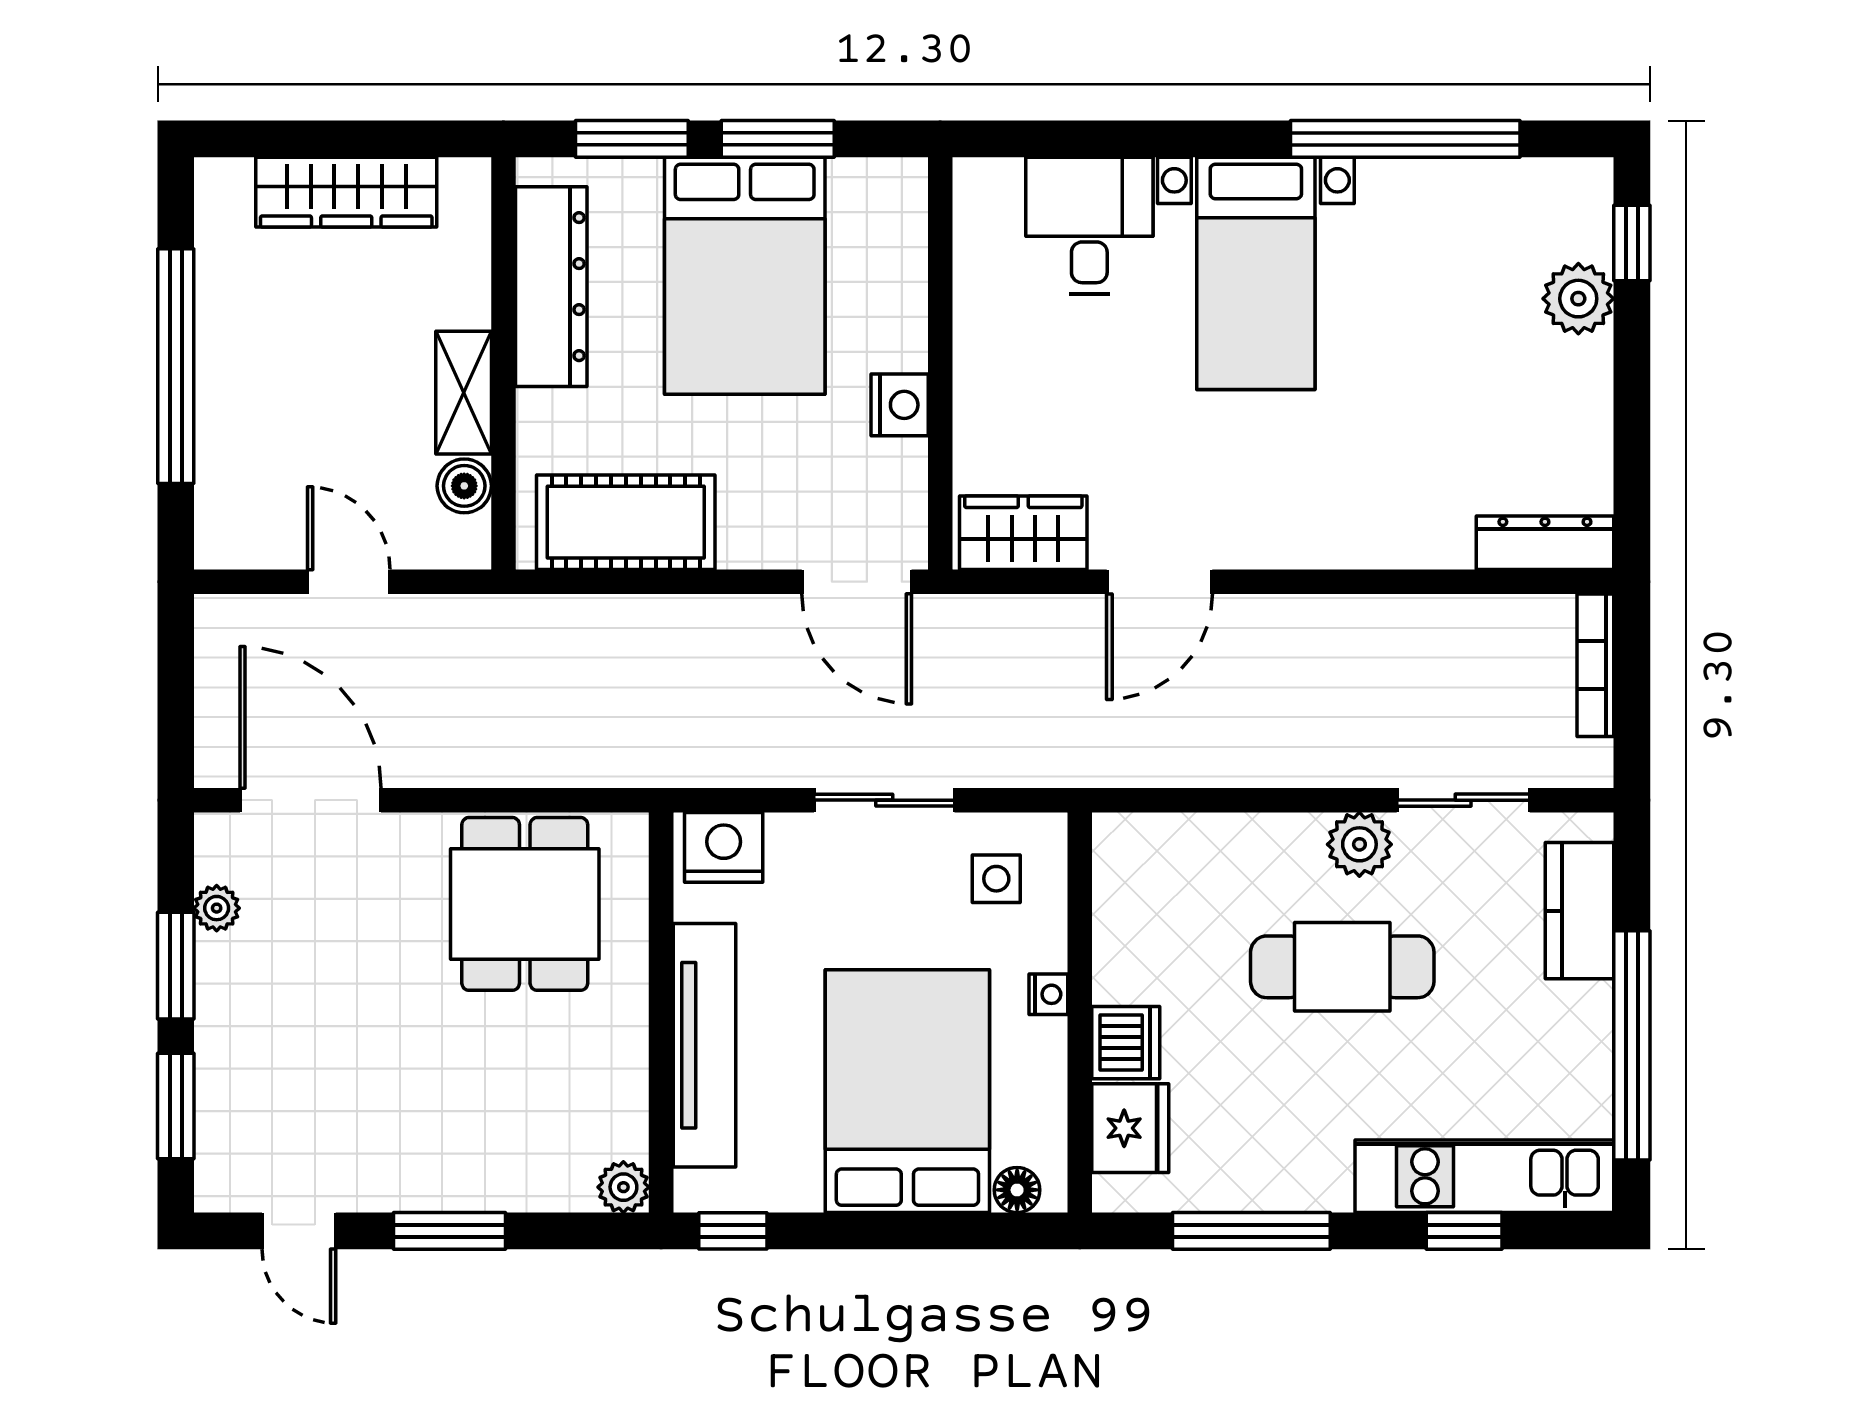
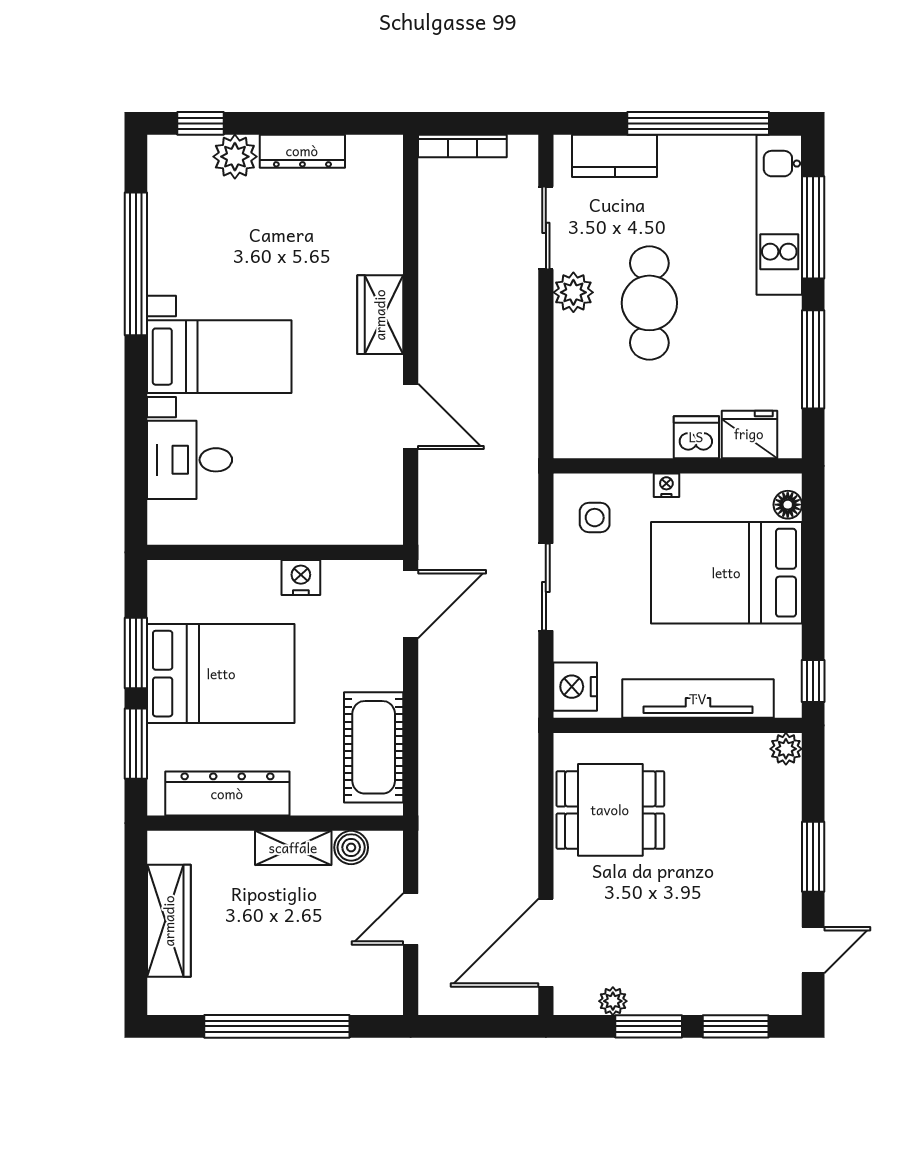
wardrobe: (1023, 533) -> (380, 315), moved
dresser: (1545, 543) -> (302, 151), moved, turned -90
window: (1464, 1231) -> (813, 227), width x2.17

